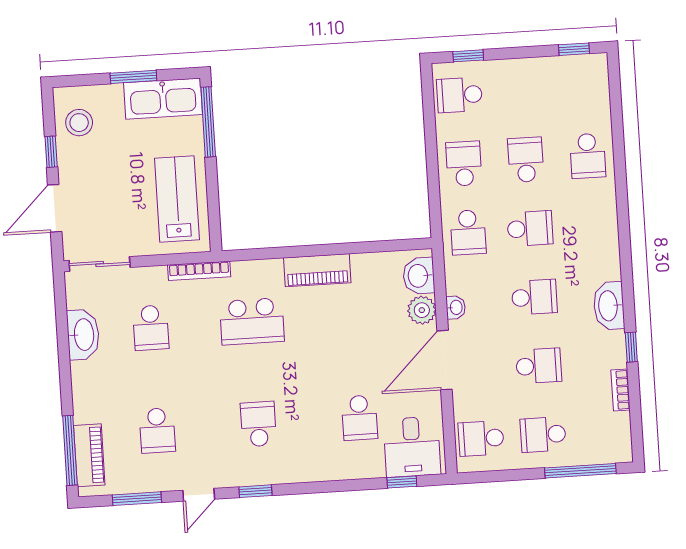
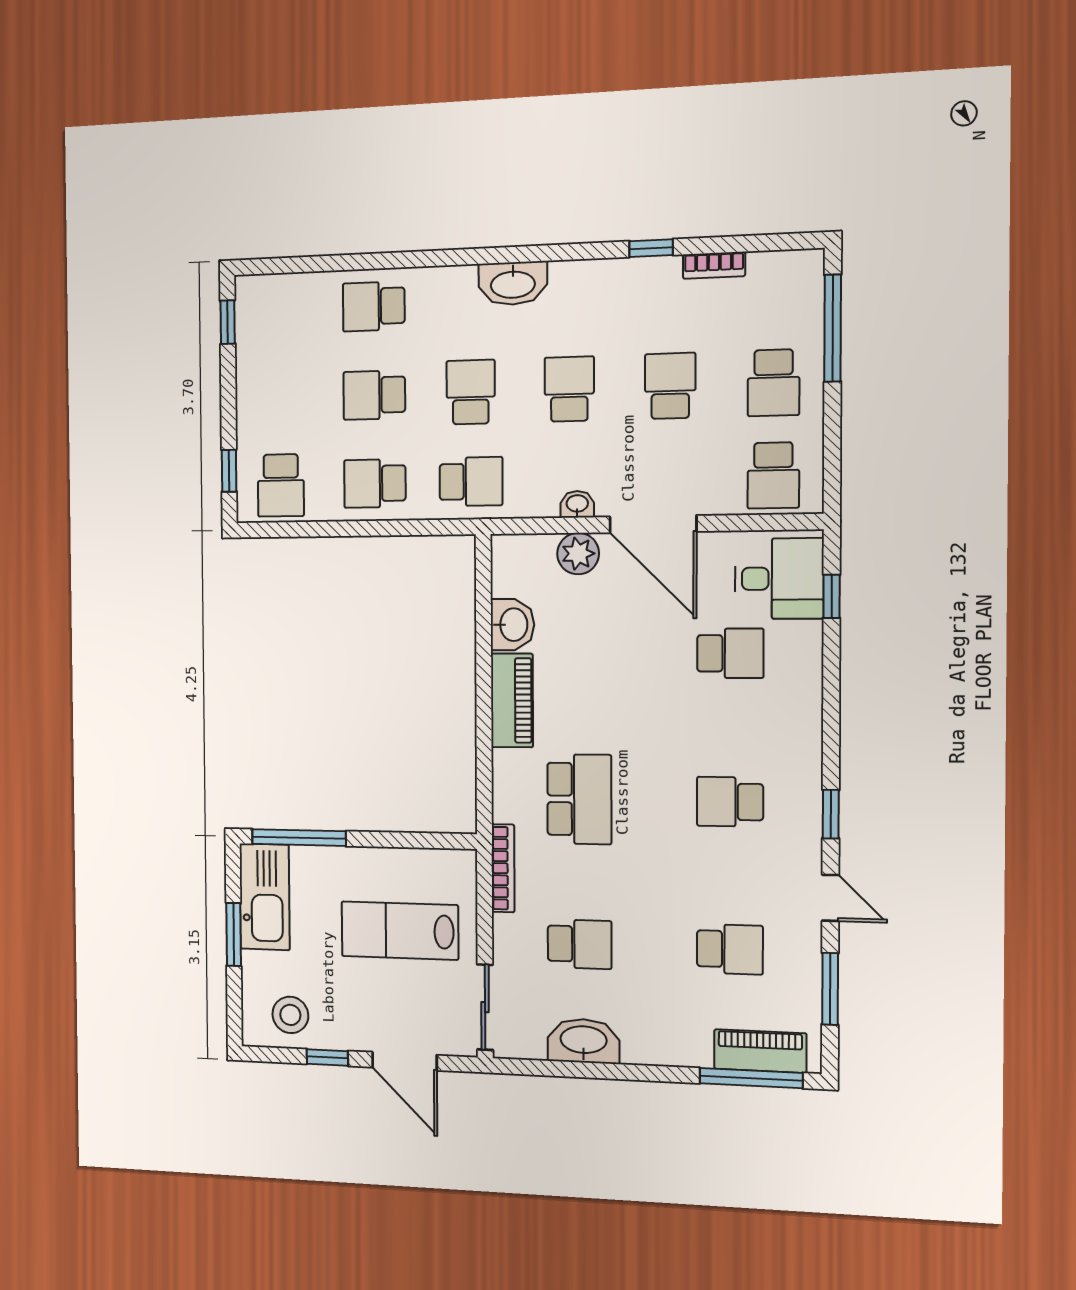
school desk: (588, 156) -> (374, 306), turned 180
lab bench: (177, 199) -> (400, 931), moved
washbasin: (419, 276) -> (512, 625), moved, turned -90
washbasin: (609, 306) -> (513, 283), moved

